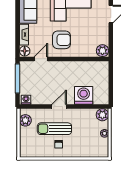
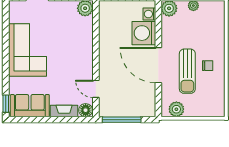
armchair: (62, 40) -> (71, 62), removed
washing machine: (26, 100) -> (149, 14), moved
door: (59, 107) -> (158, 65), width x1.88

